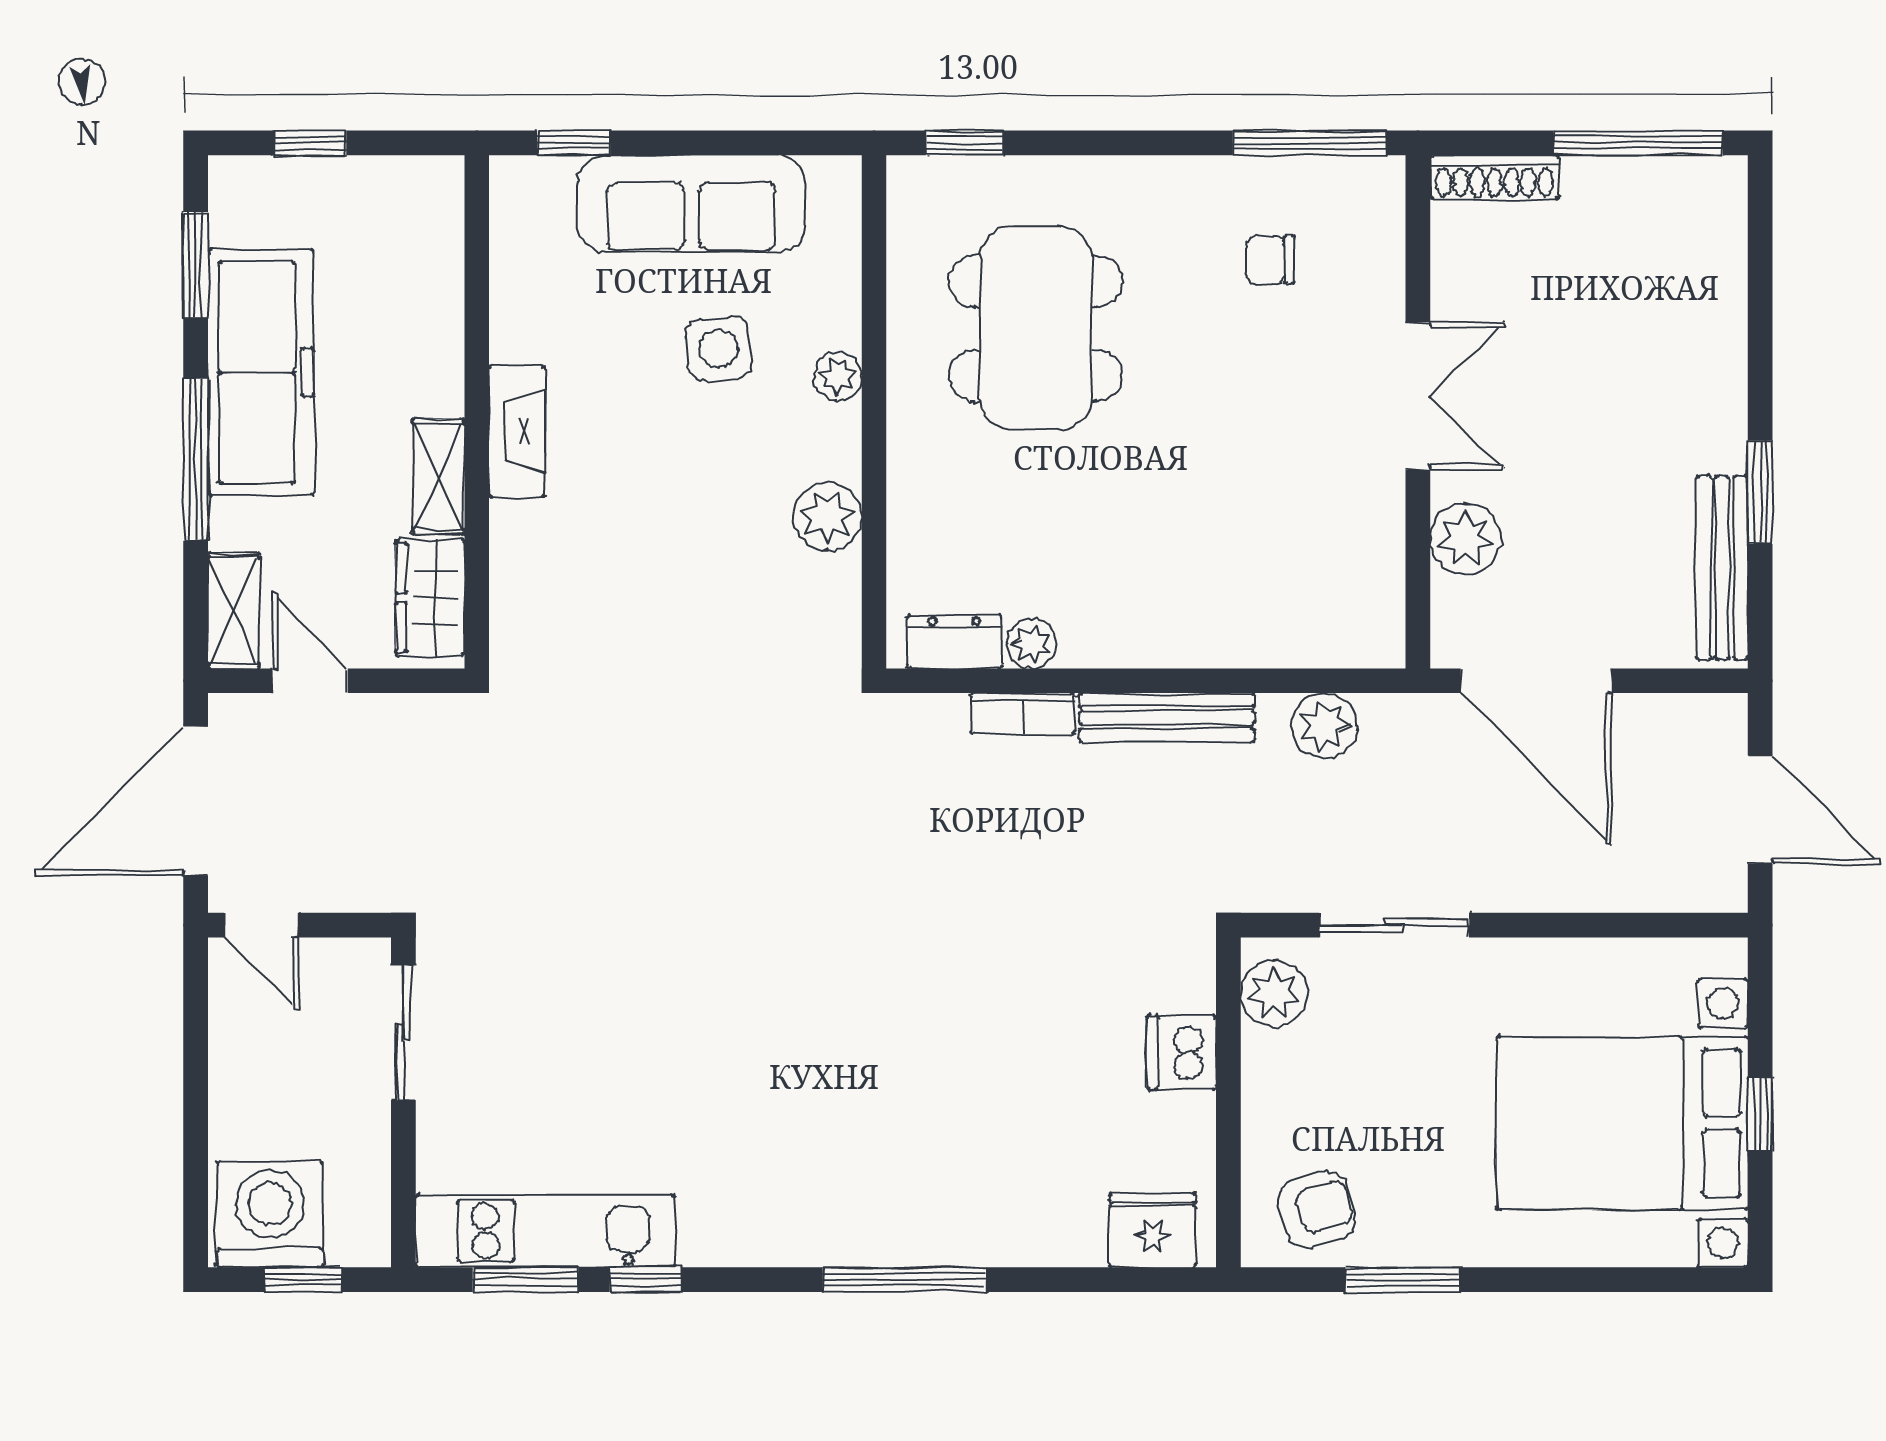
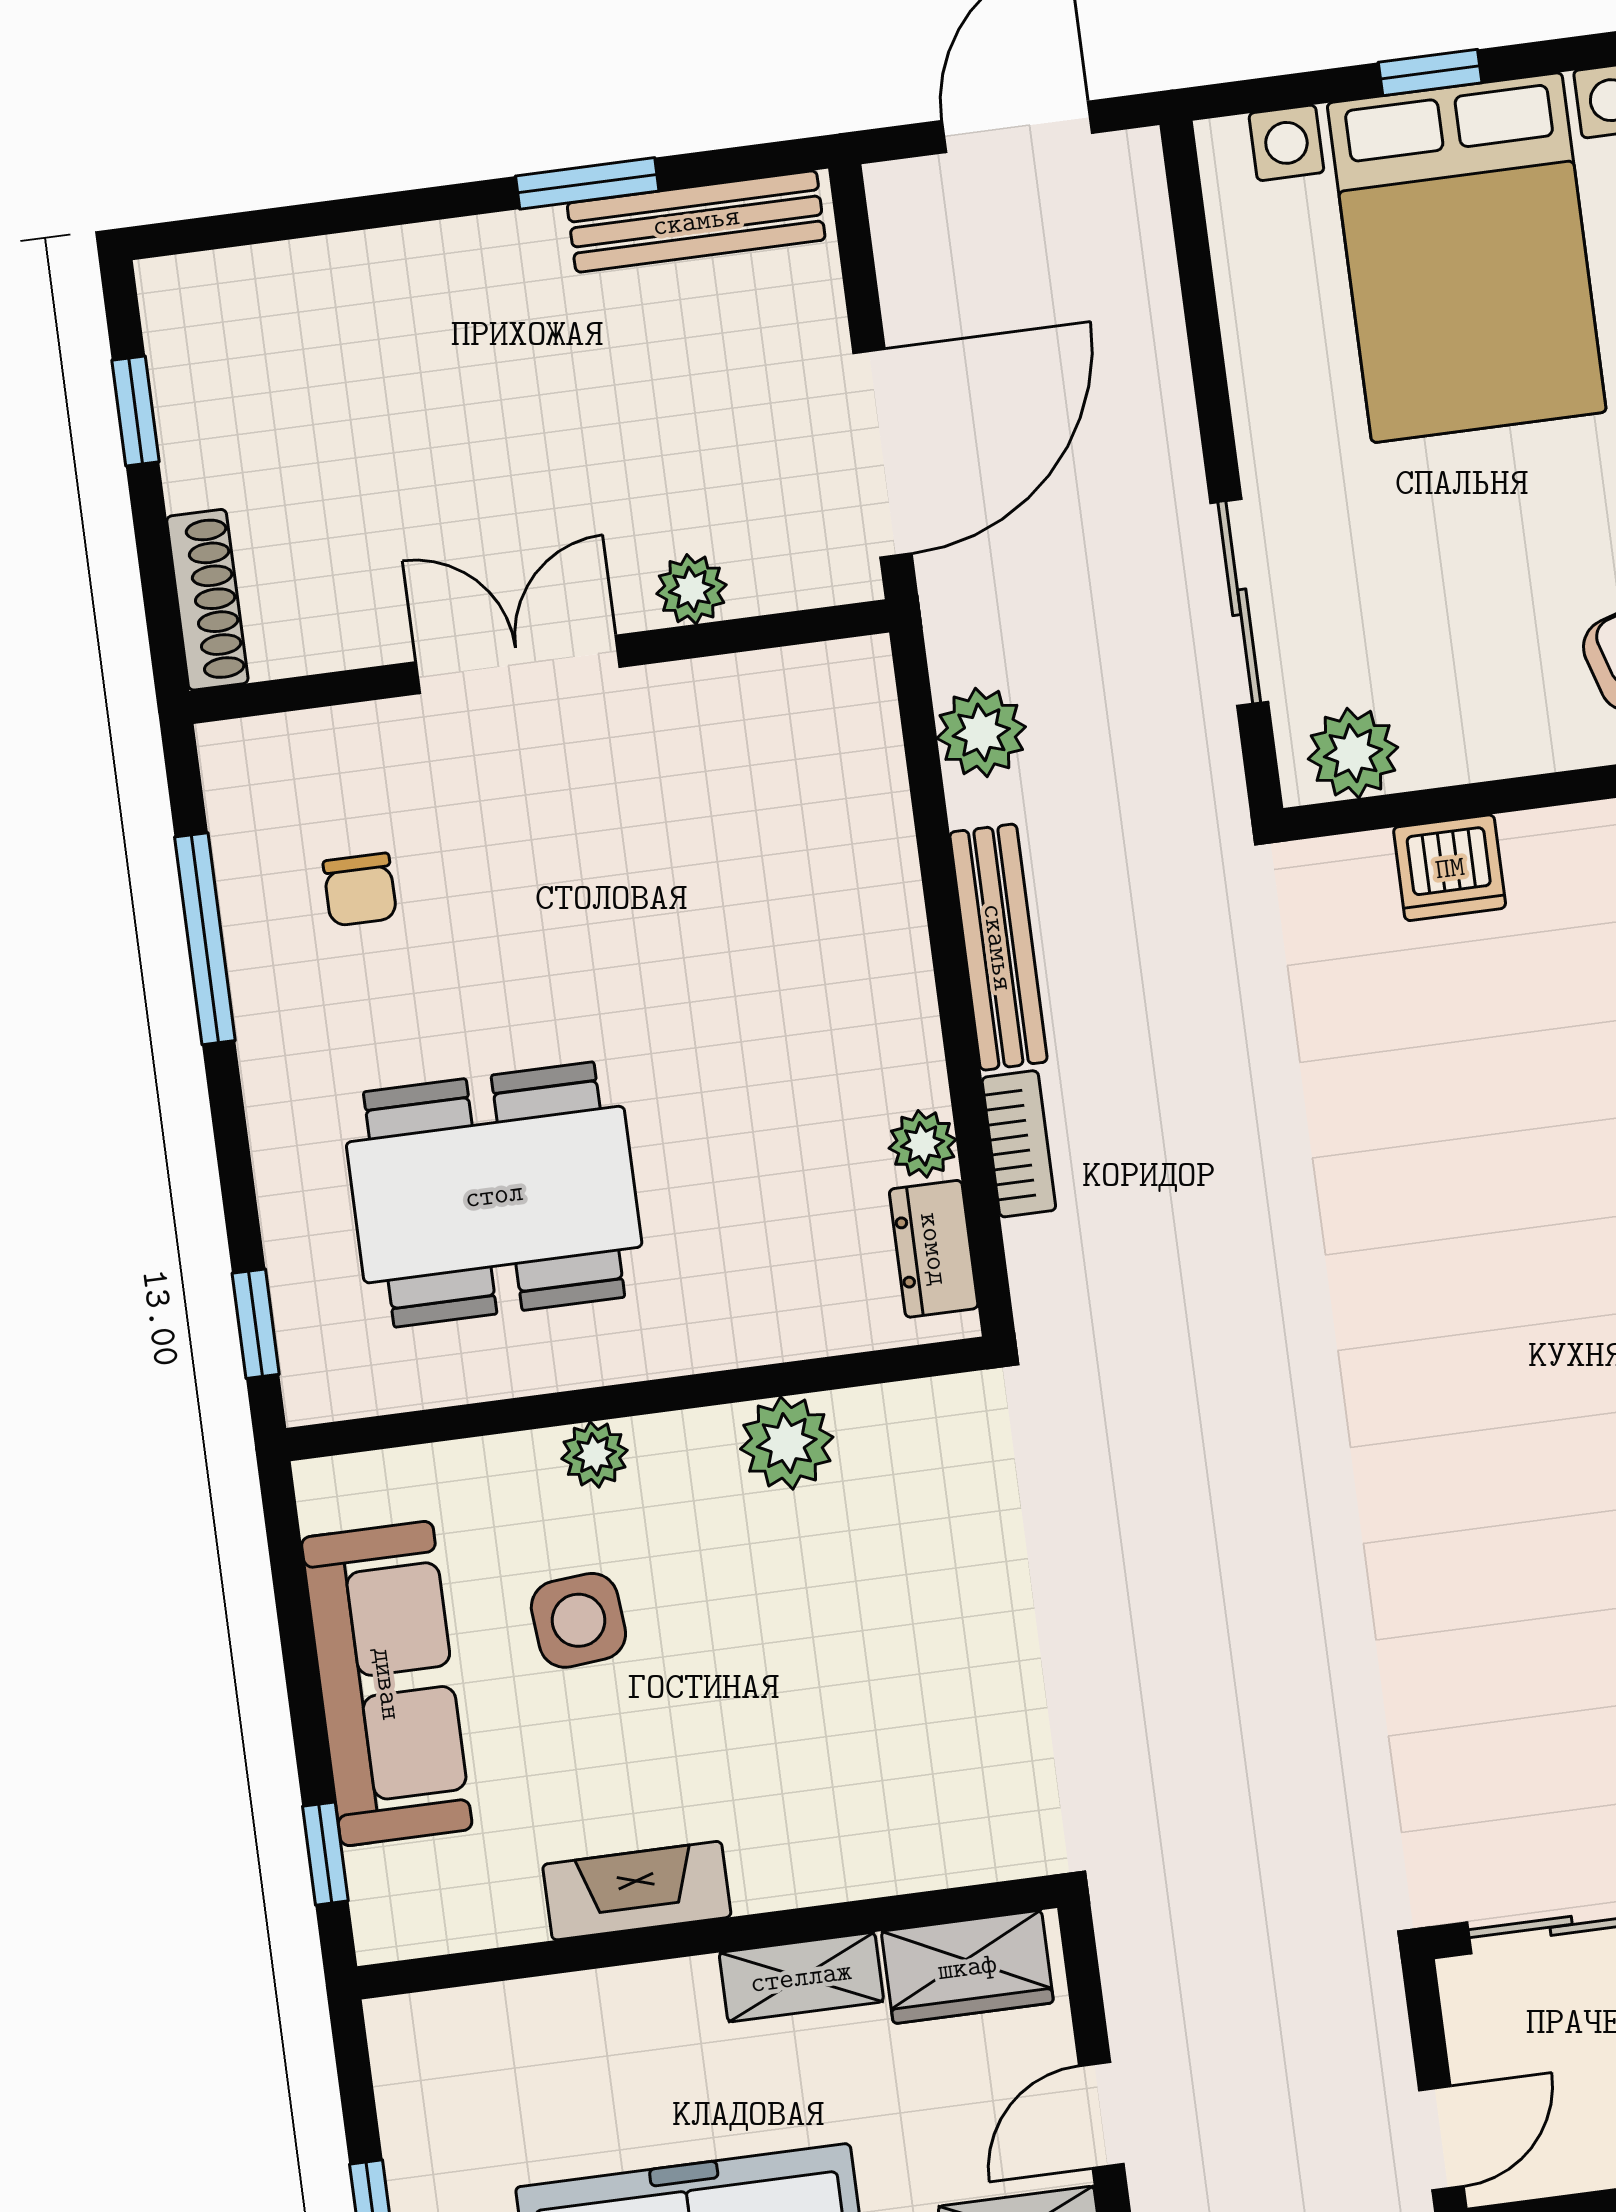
window: (1310, 143) -> (205, 939), moved
window: (1638, 143) -> (136, 411), width x0.46
fireplace: (517, 432) -> (637, 1891), moved
plant: (1465, 539) -> (691, 589), width x0.73, depth x0.73

